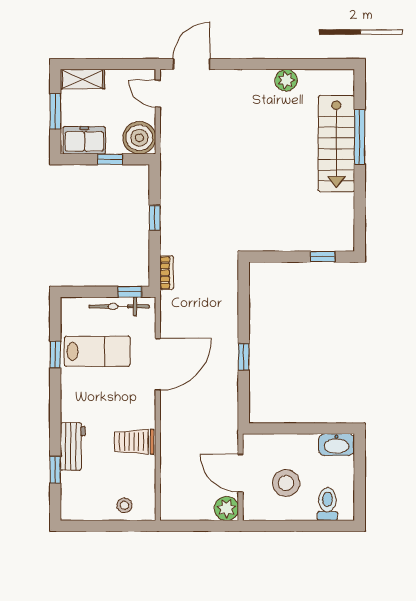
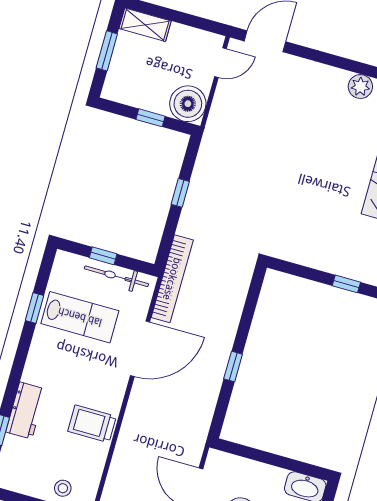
door: (158, 94) -> (220, 63), swing flipped
freezer: (84, 140) -> (129, 90), removed
bookcase: (167, 273) -> (172, 279), width x2.31, depth x1.31
window: (130, 292) -> (103, 256), moved

